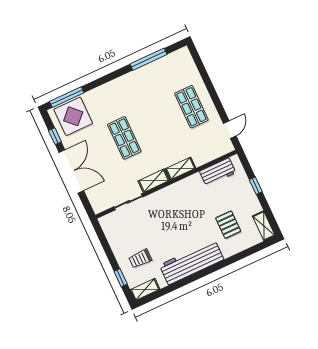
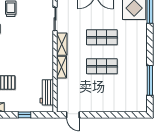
shop shelf: (191, 107) -> (102, 66), moved

